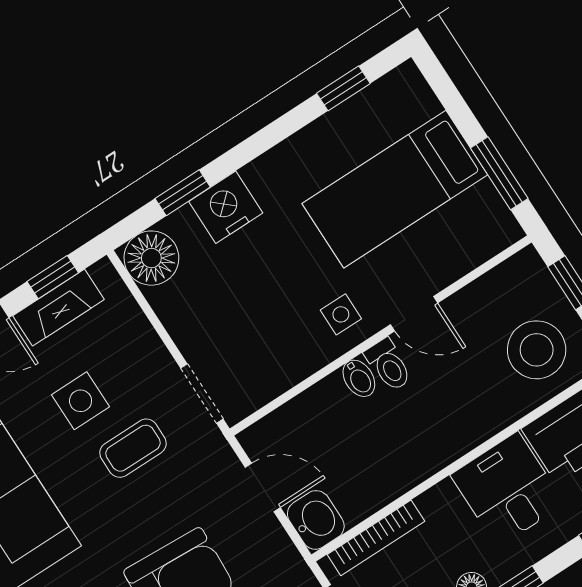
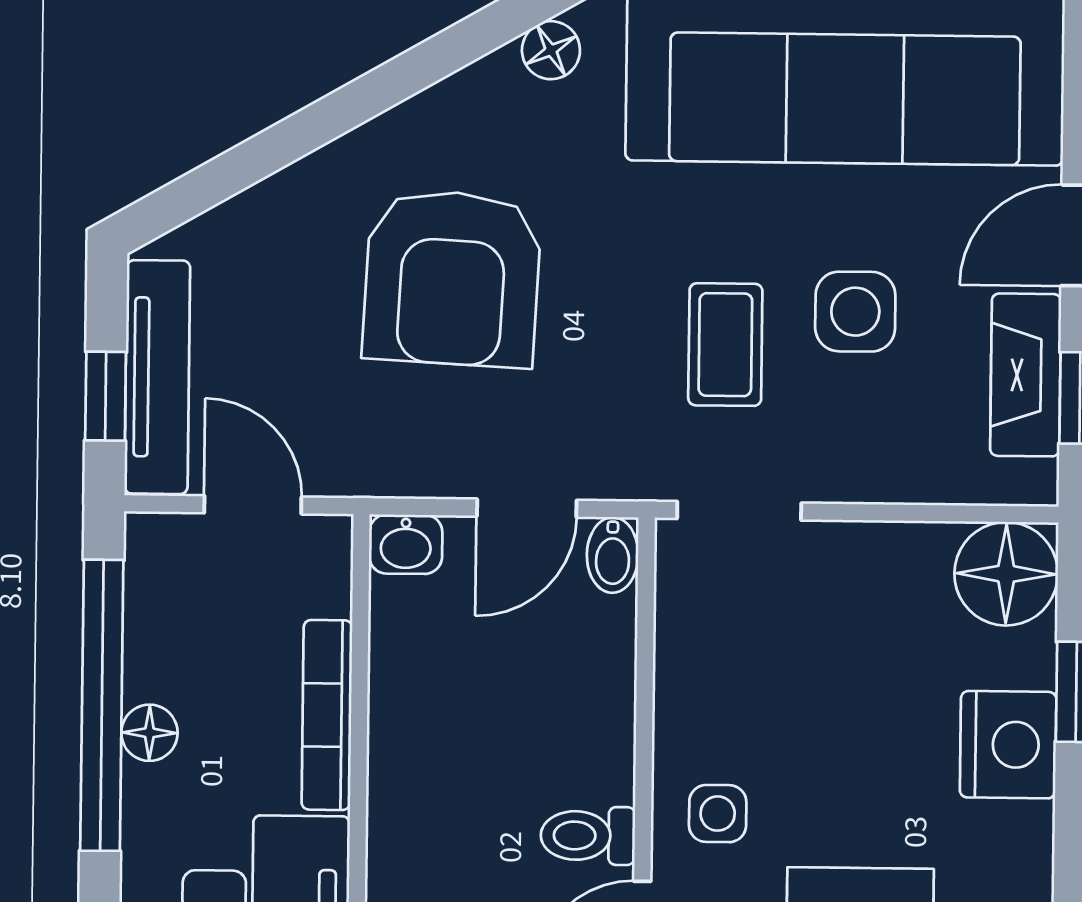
bidet: (359, 378) -> (613, 555), moved, turned -90
washbasin: (316, 520) -> (406, 544), width x0.72, depth x0.69
bookcase: (376, 538) -> (327, 715), moved

